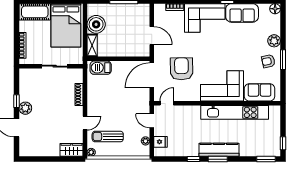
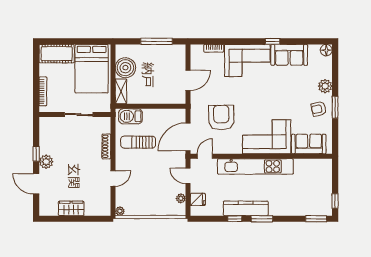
door: (152, 36) -> (188, 80), hinge flipped
door: (152, 75) -> (188, 137), moved
kitchen unit: (235, 112) -> (255, 166), moved
sun lounger: (108, 137) -> (138, 142), moved
wardrobe: (72, 150) -> (71, 208), moved
kitchen counter: (219, 150) -> (246, 208), moved

